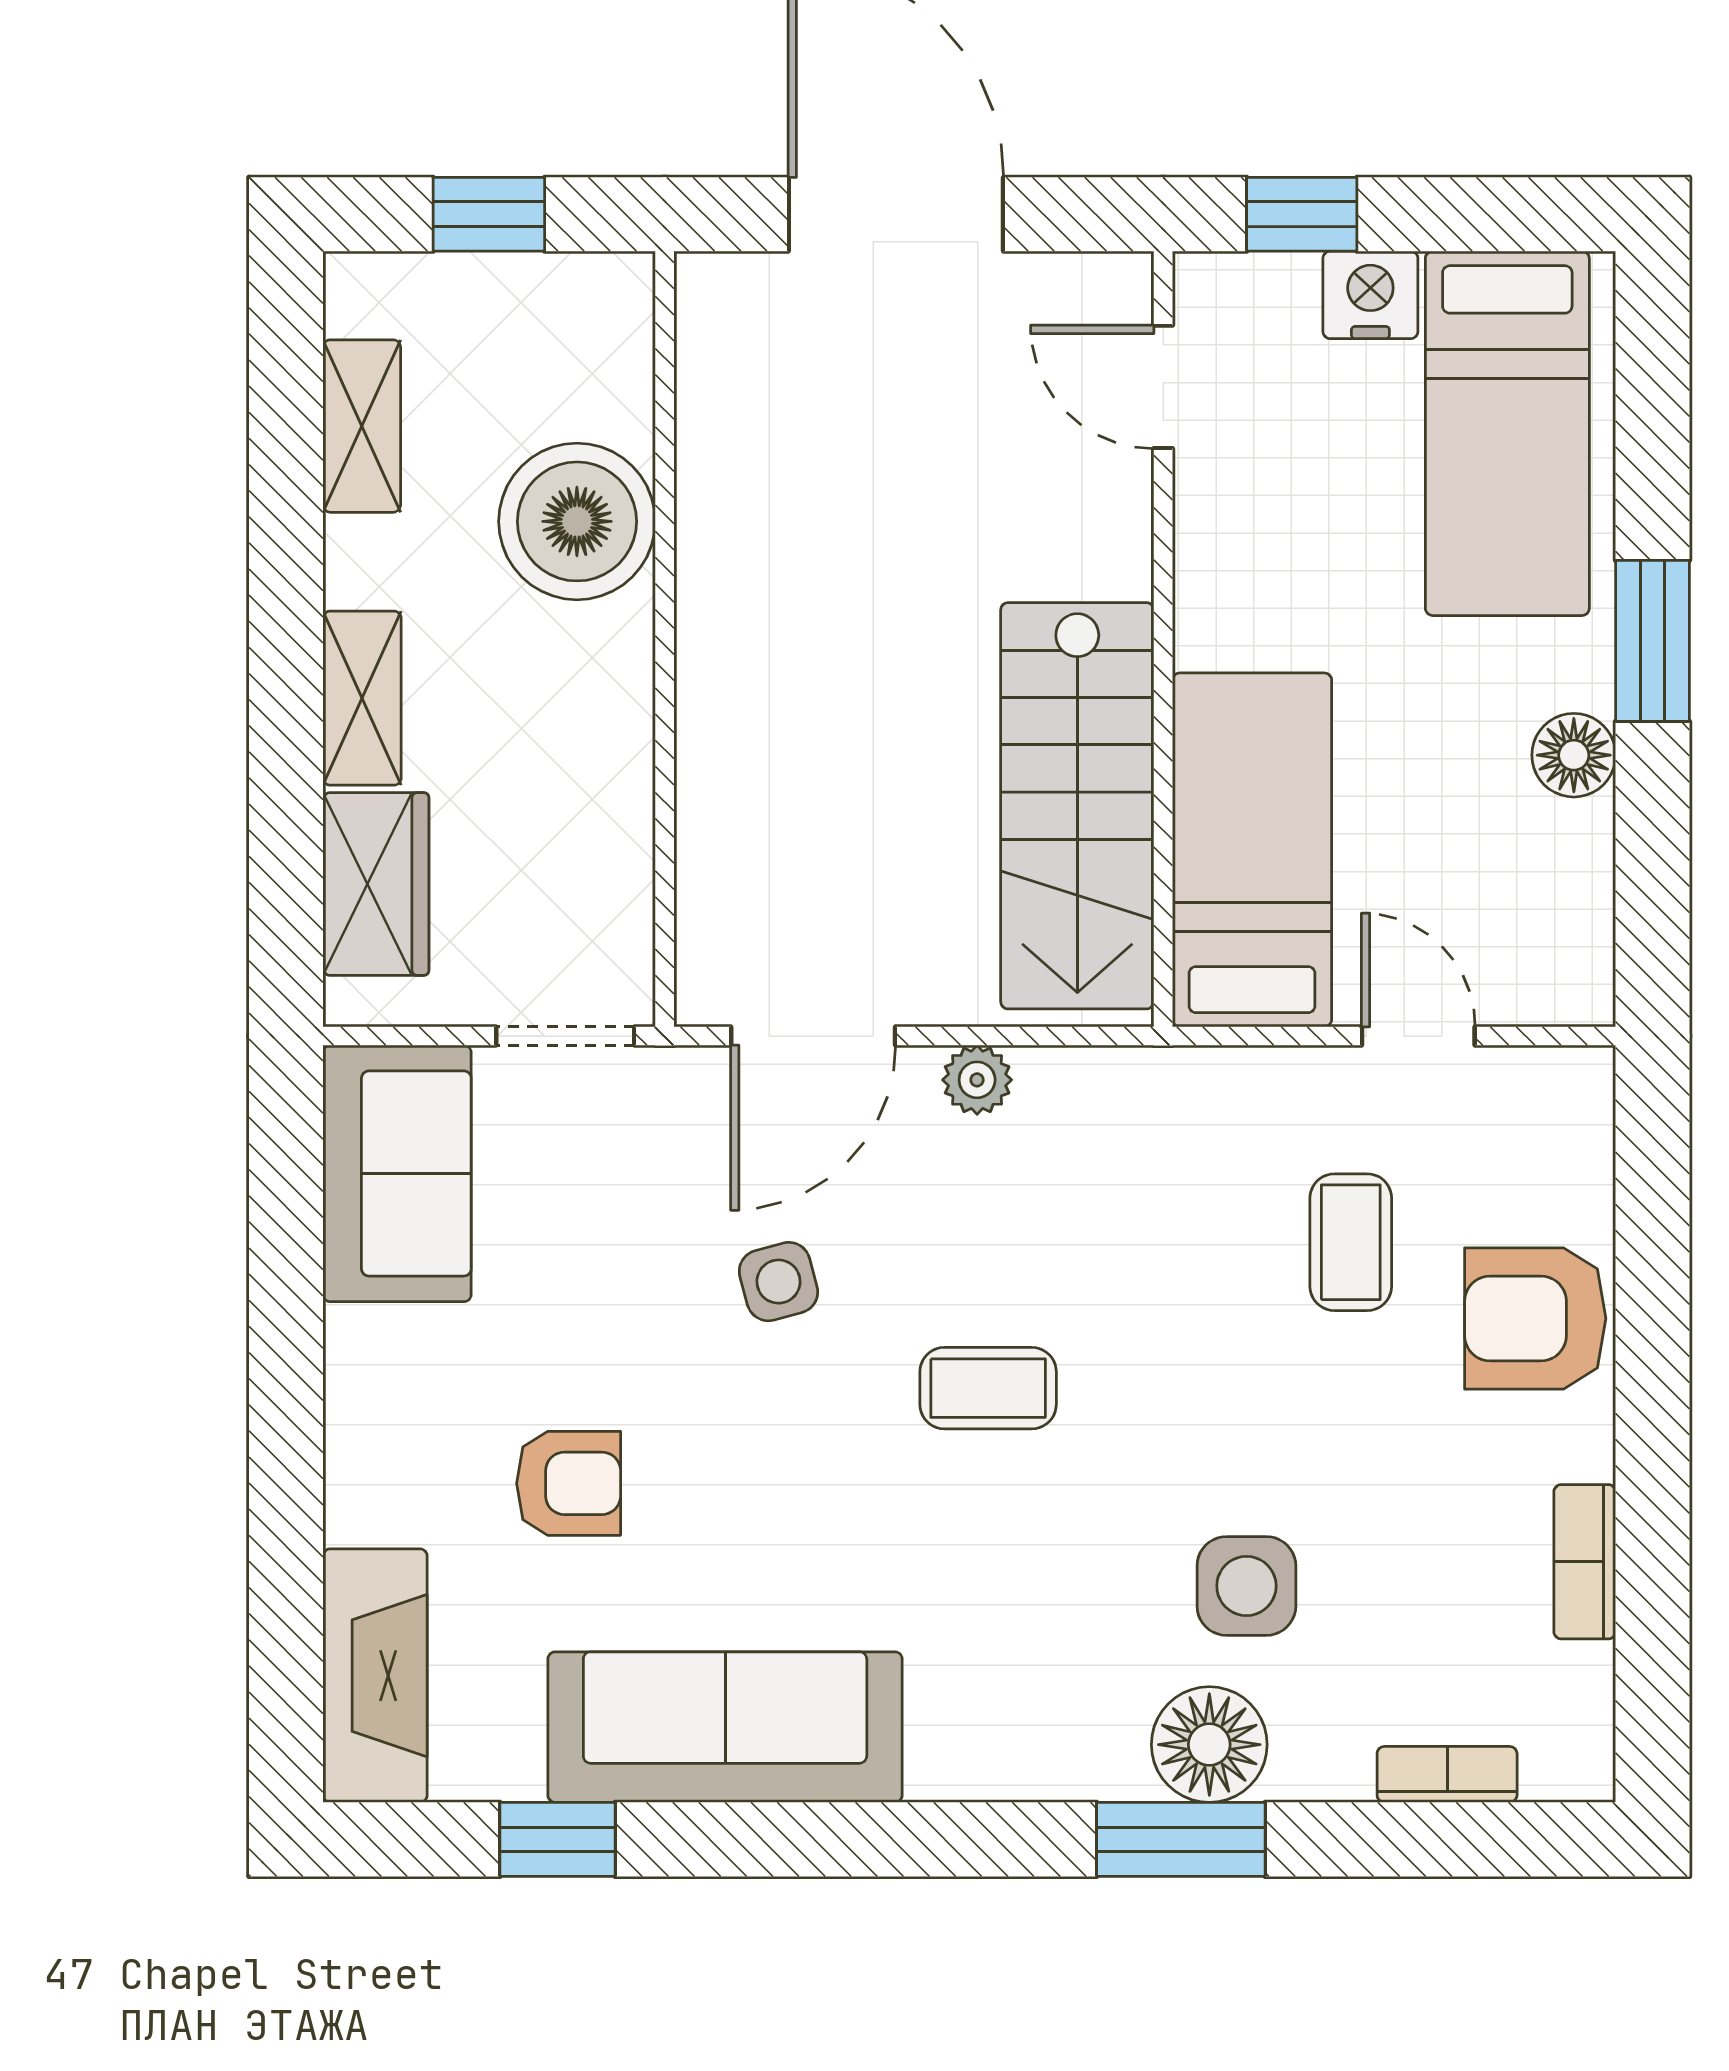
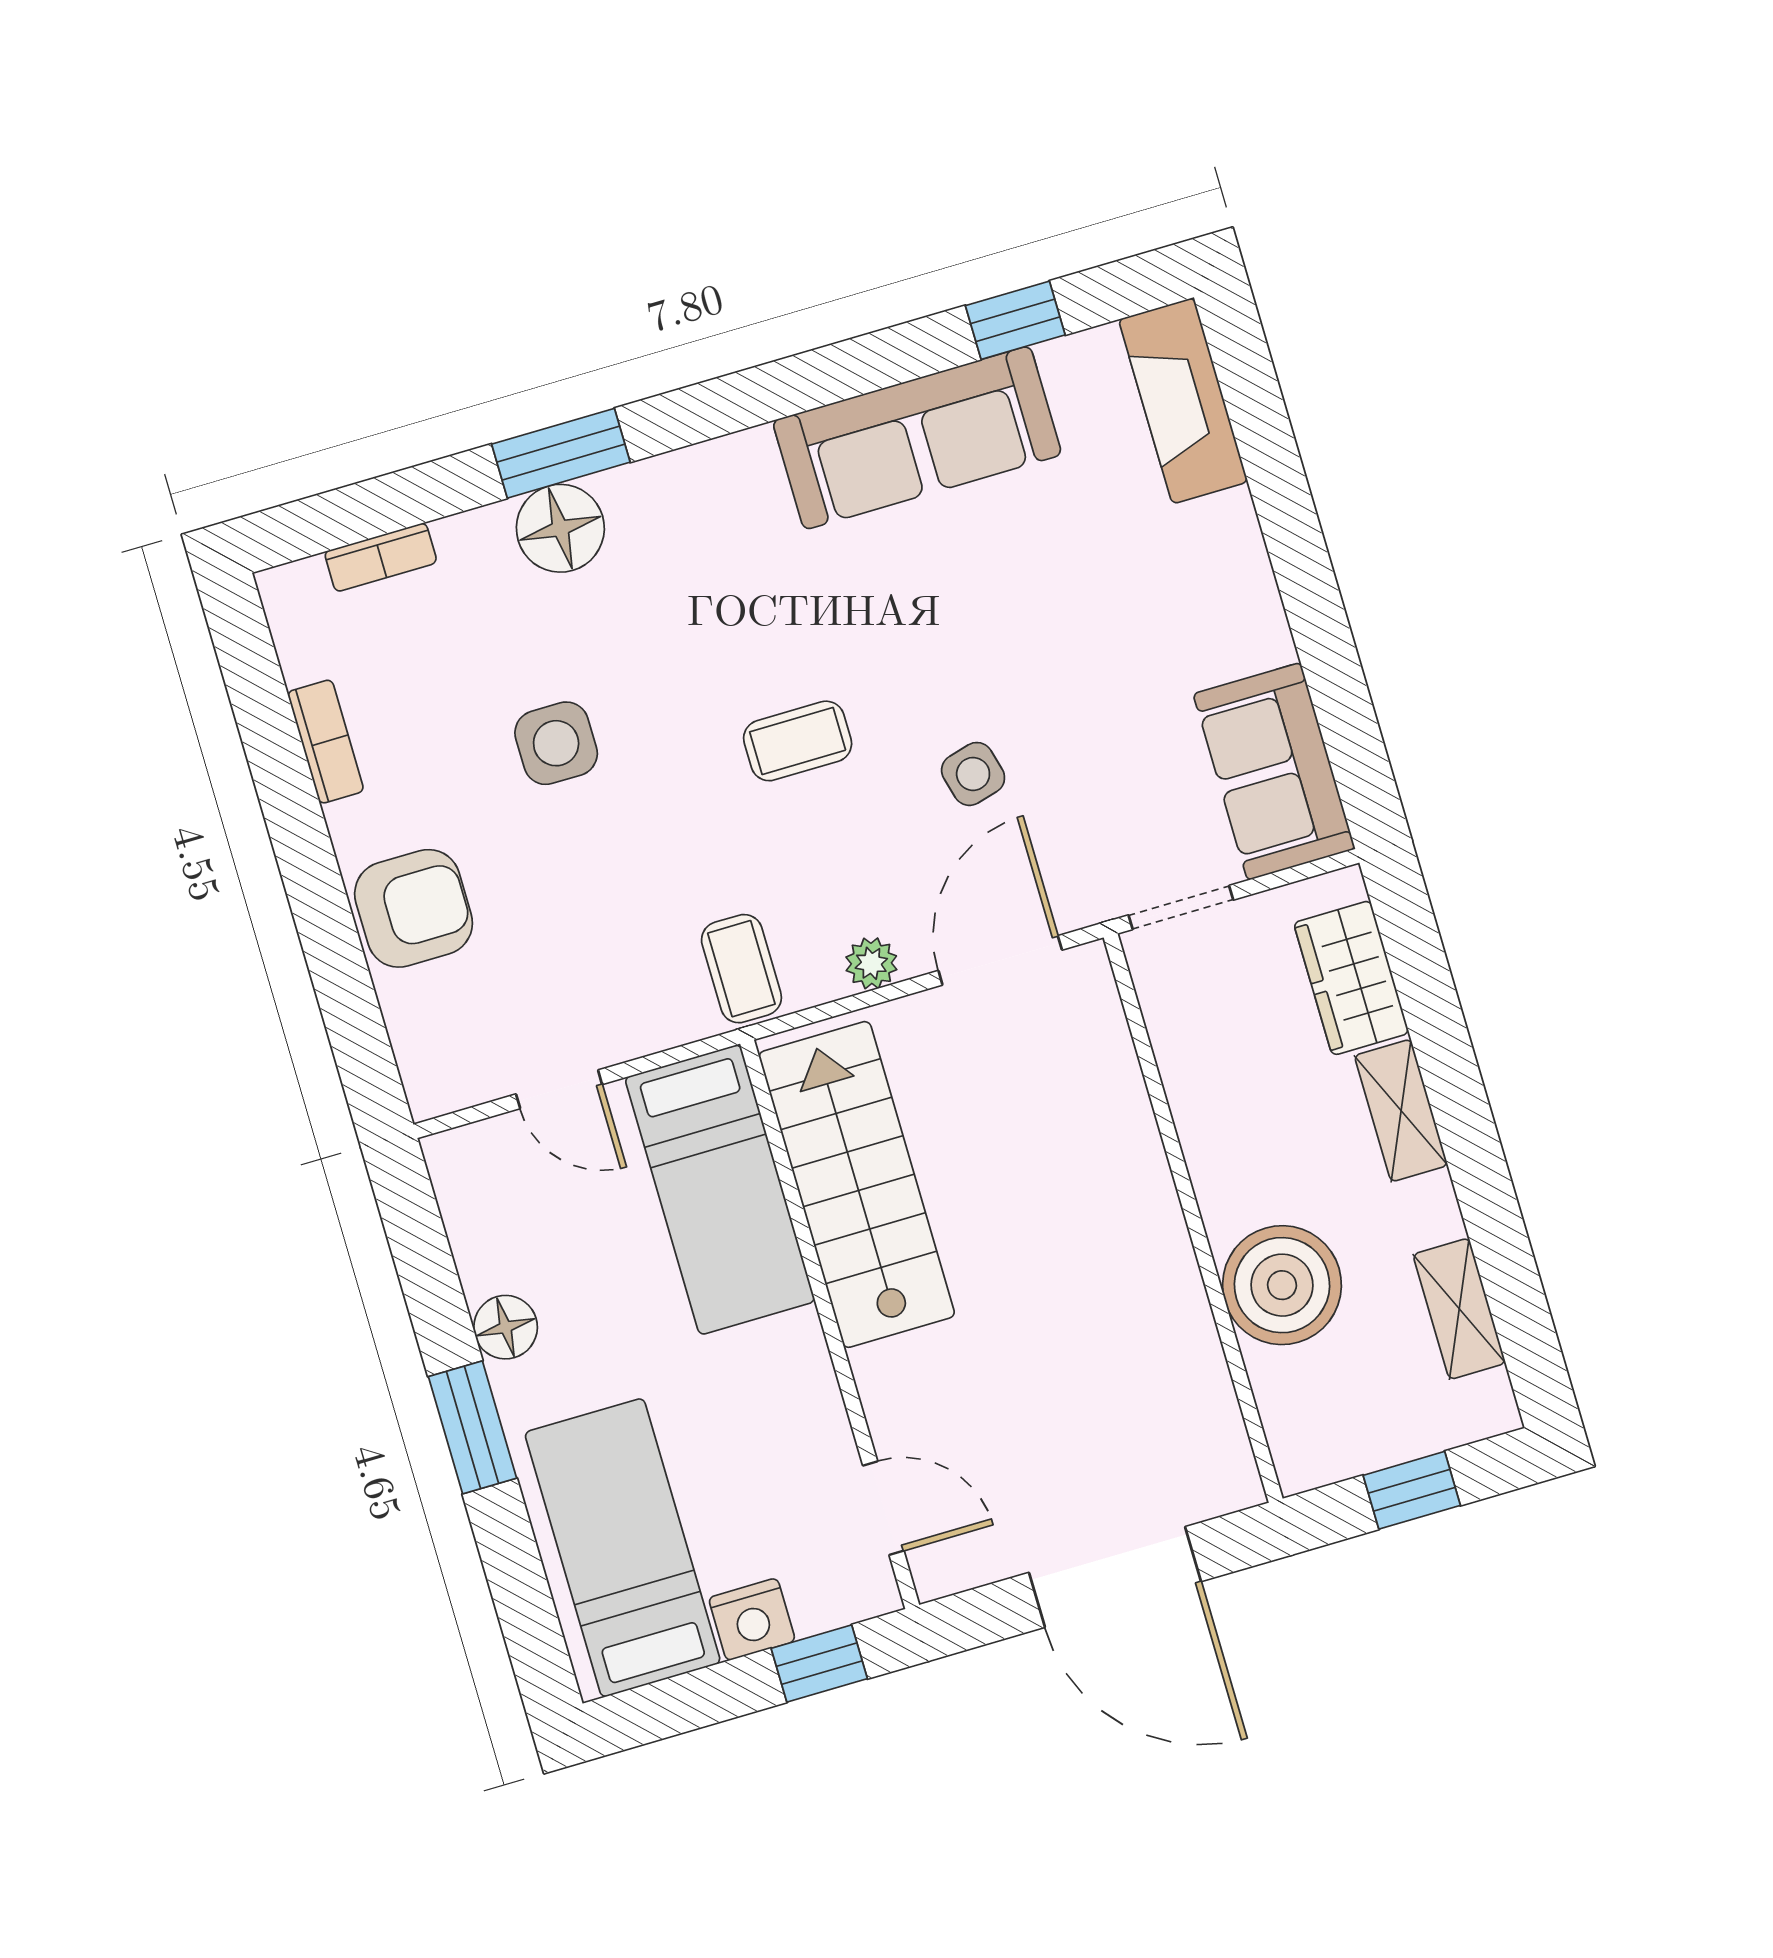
coffee table: (1351, 1242) -> (741, 969), moved
armchair: (569, 1483) -> (1083, 582), removed
side table: (1246, 1586) -> (556, 743), moved

